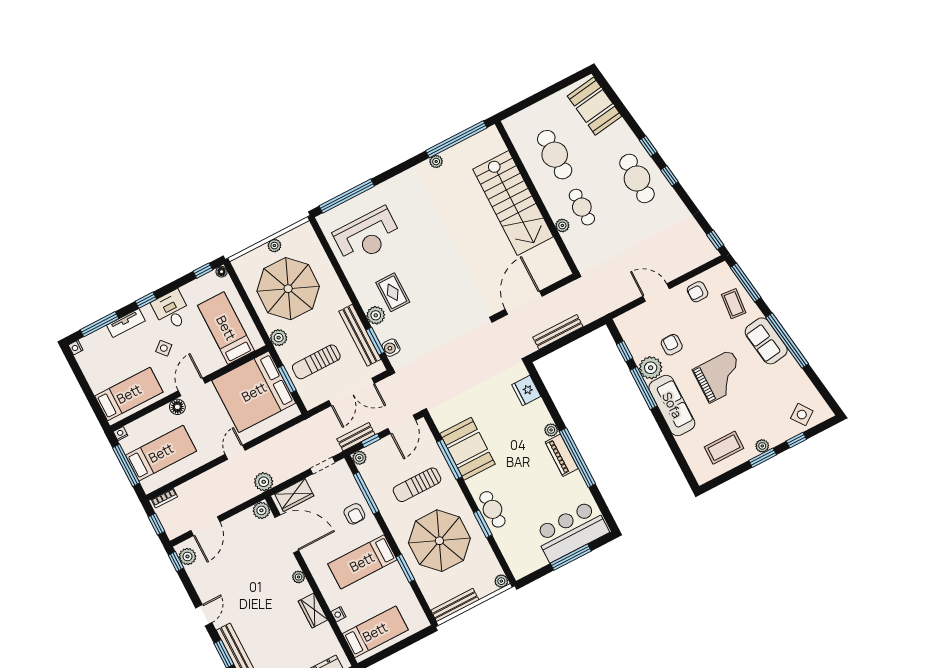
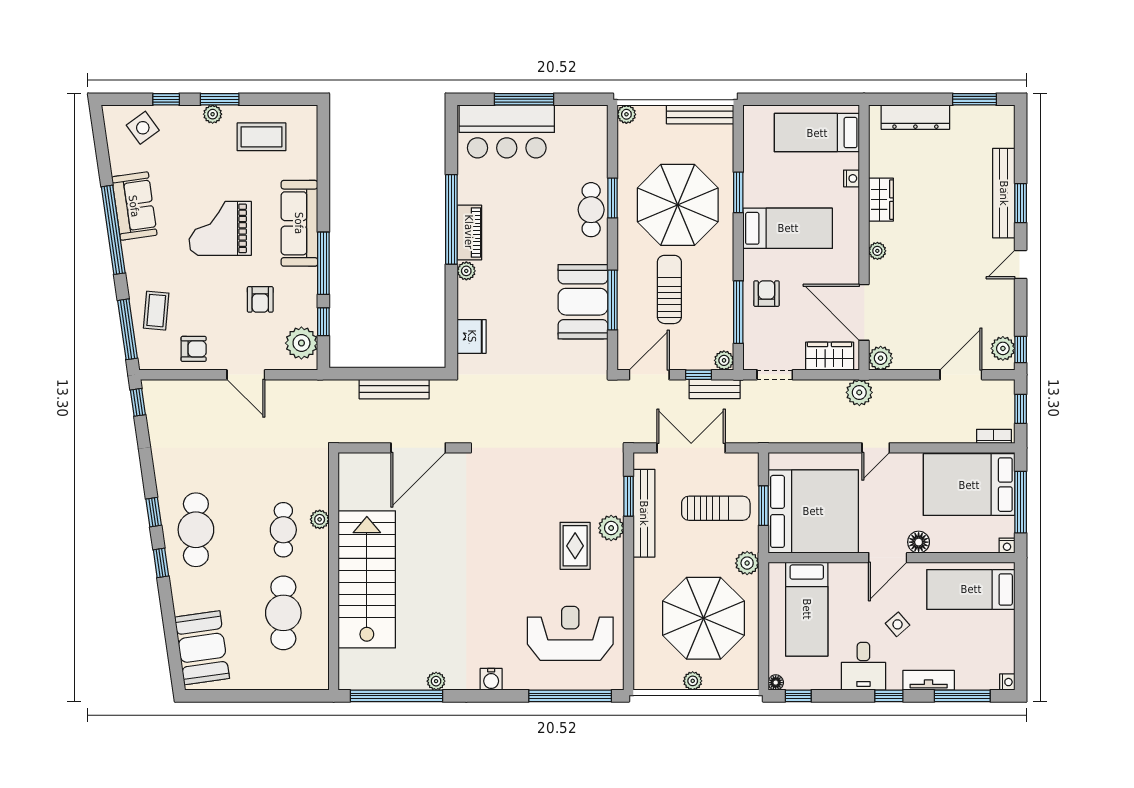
sofa: (766, 341) -> (134, 206), moved
water cooler: (391, 348) -> (491, 679), moved, turned 90
plant: (651, 368) -> (301, 343), moved
bed: (161, 453) -> (969, 485), width x1.50
sun lounger: (417, 485) -> (669, 289), turned -90

